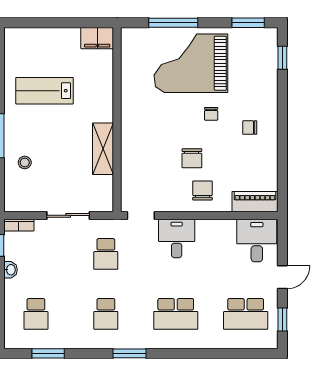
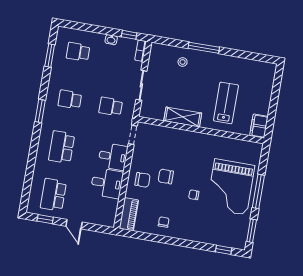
window: (173, 23) -> (258, 191), moved
grand piano: (191, 63) -> (231, 187), turned 180
lab bench: (44, 91) -> (226, 103), moved
chair: (250, 128) -> (164, 222), moved
desk: (257, 240) -> (107, 183), moved

